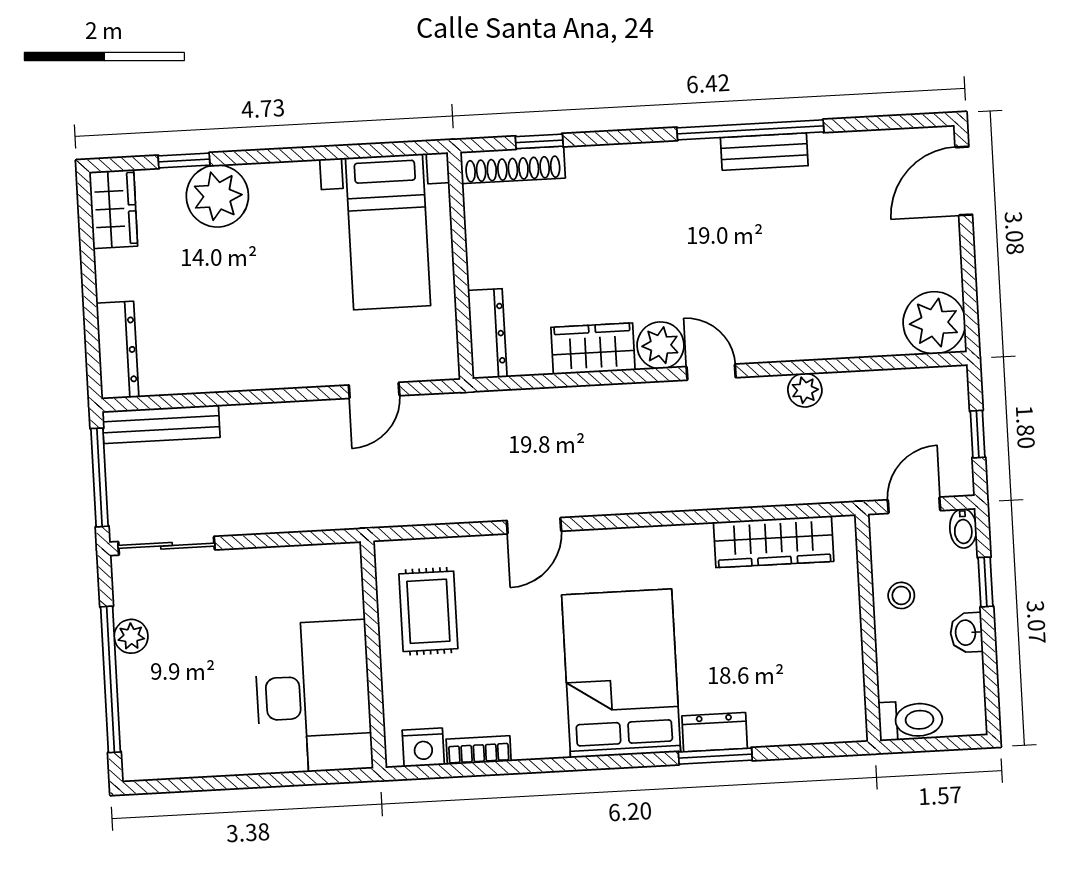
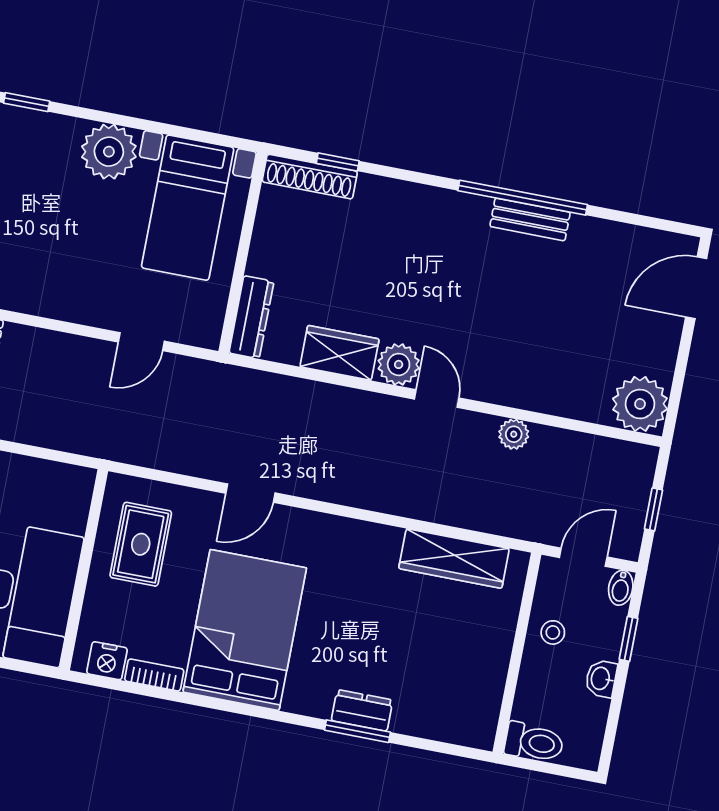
plant: (217, 196) -> (109, 152), moved
bed: (621, 673) -> (245, 630), moved

